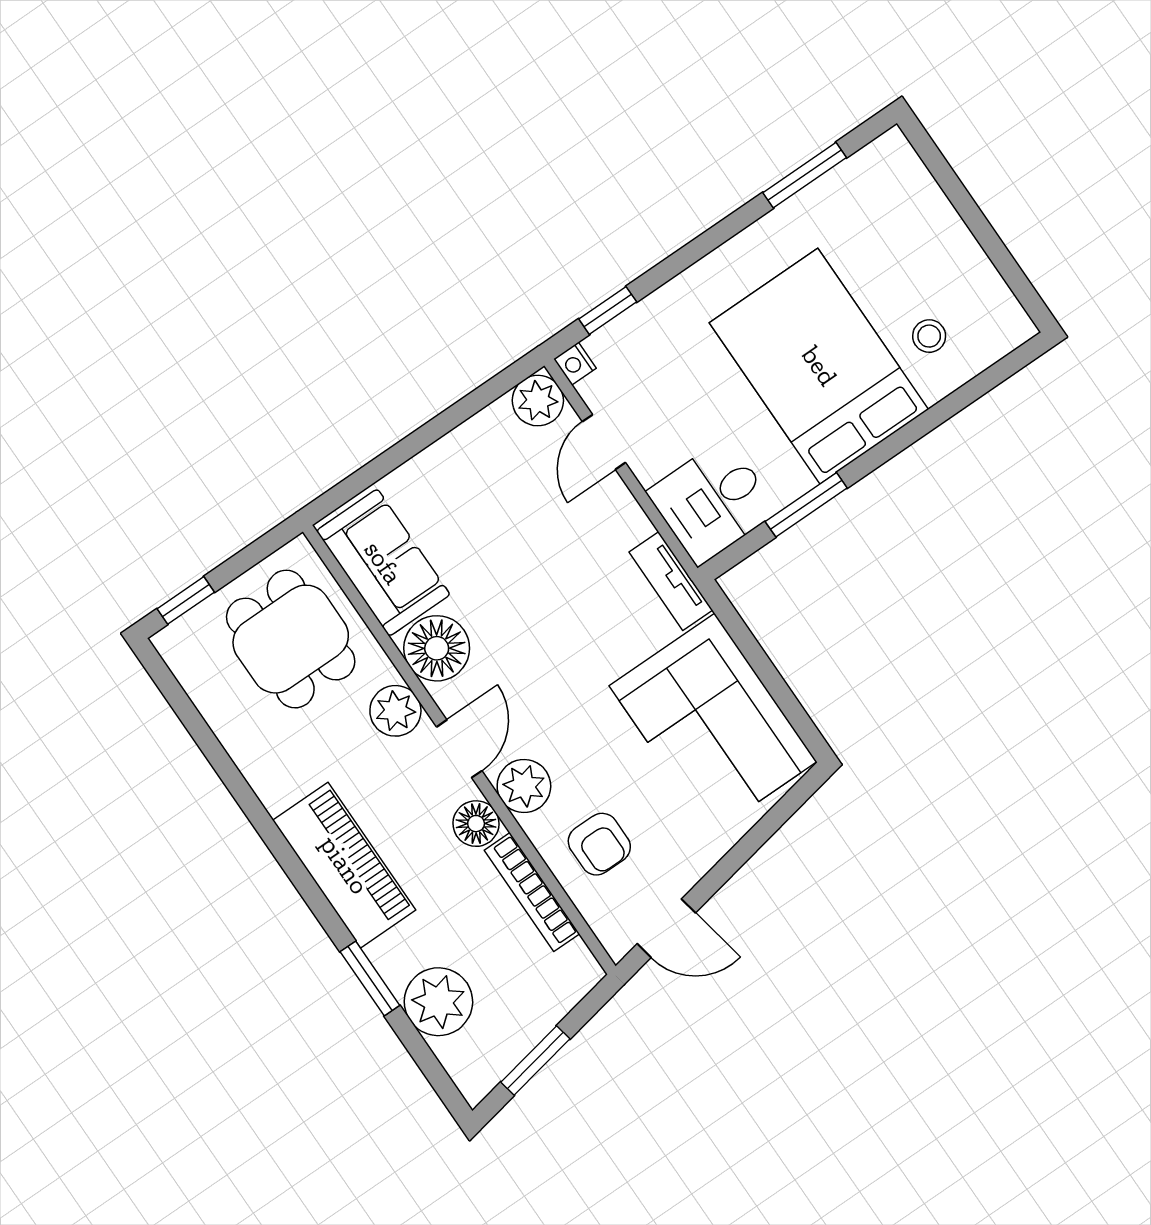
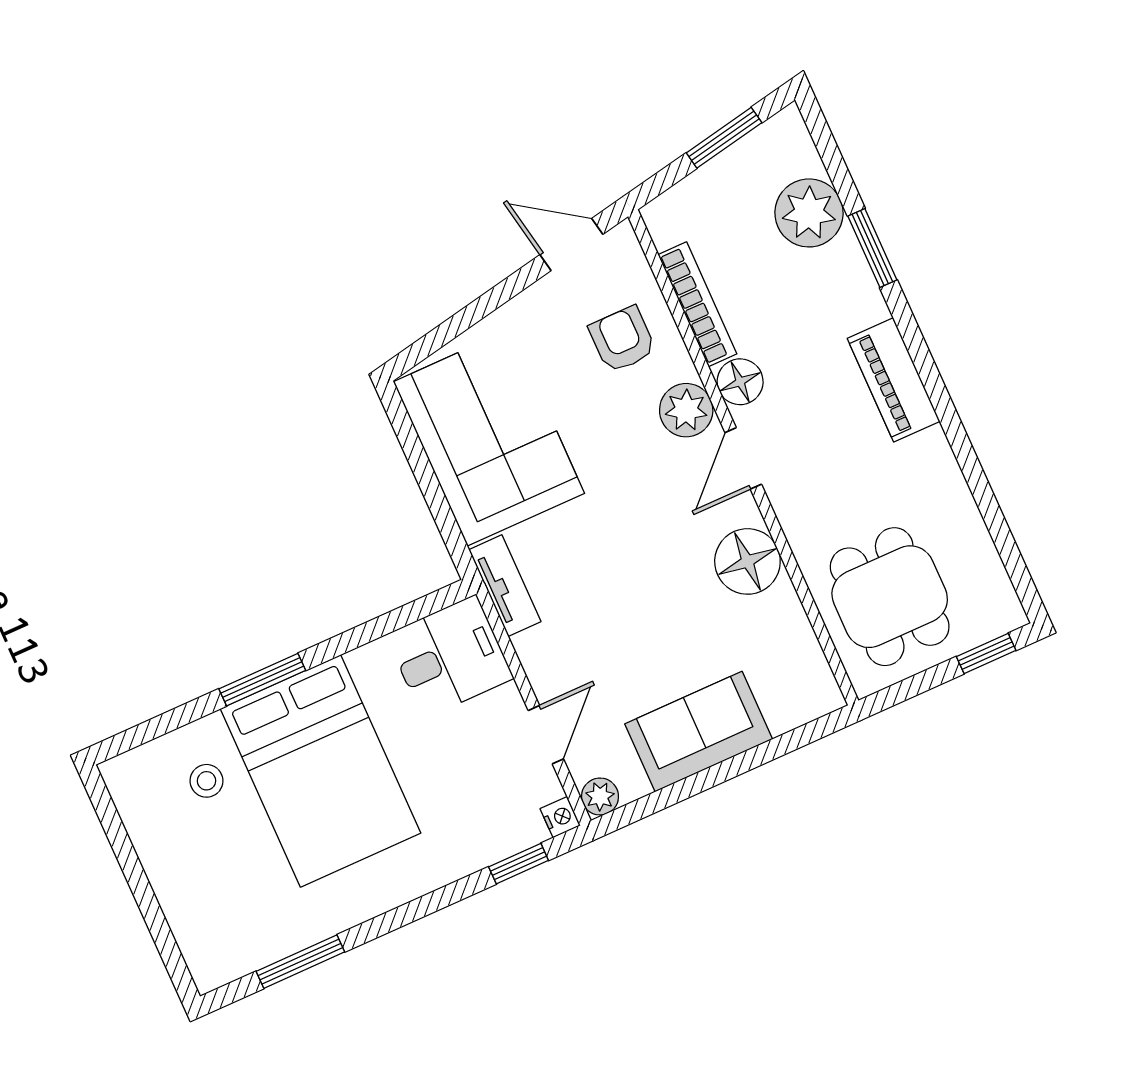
plant: (538, 401) -> (600, 796), width x0.73, depth x0.73
window: (806, 505) -> (262, 680), moved
sofa: (383, 563) -> (699, 732), moved, turned 90
plant: (395, 711) -> (799, 507), removed
piano: (344, 865) -> (894, 380), width x0.73, depth x0.75

